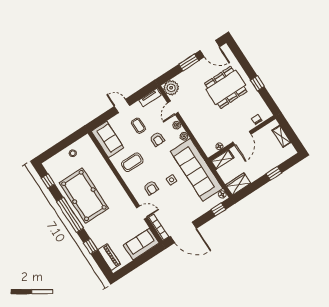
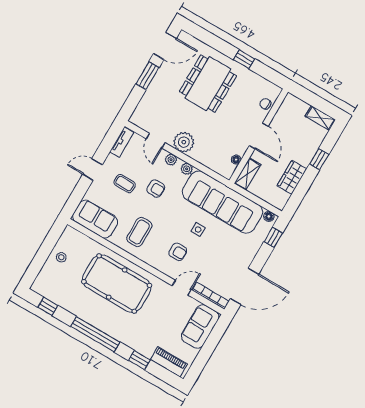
plant: (171, 88) -> (184, 142), moved
shelving: (281, 136) -> (320, 118), moved
wardrobe: (238, 184) -> (292, 177), moved
pool table: (84, 196) -> (117, 284), moved

